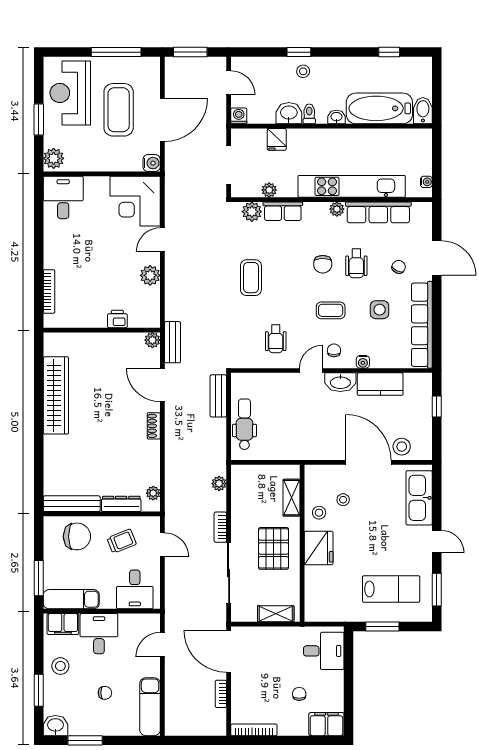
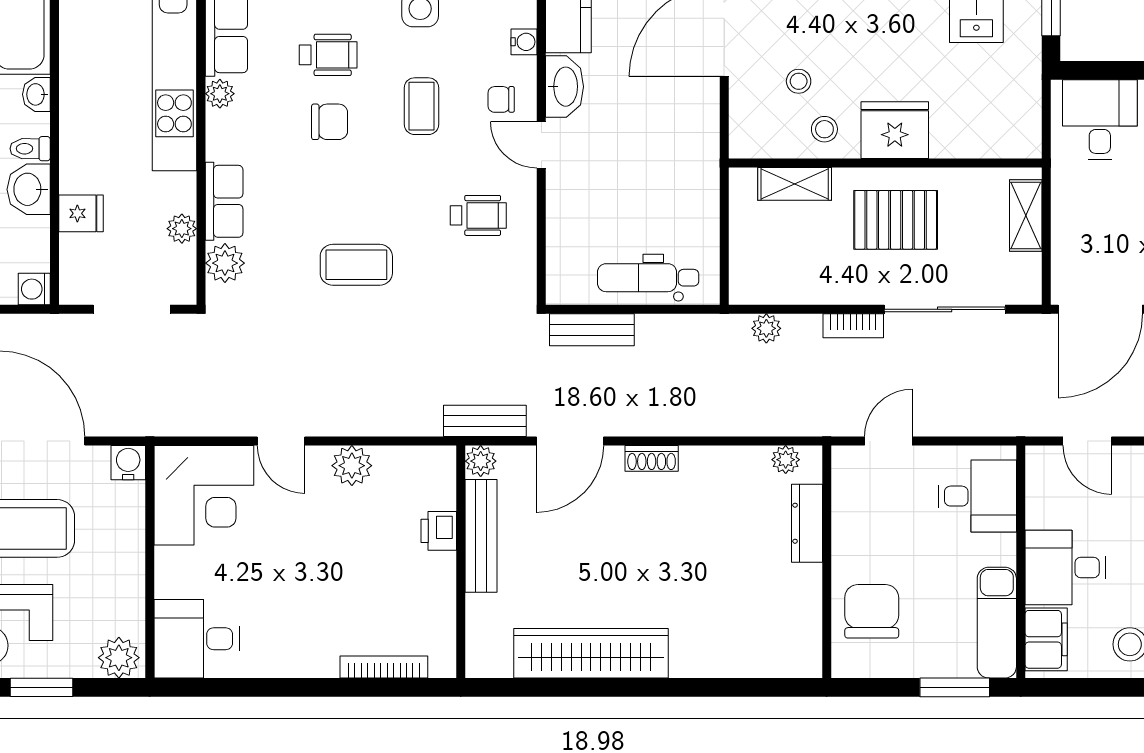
bench: (72, 504) -> (481, 536), moved
trolley: (122, 541) -> (881, 522), removed

